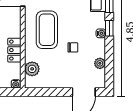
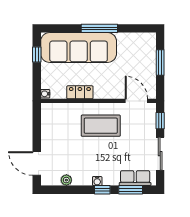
chair: (73, 47) -> (83, 152), removed
plant: (32, 69) -> (61, 111), removed

